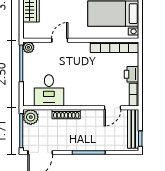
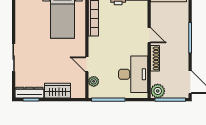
plant: (28, 47) -> (94, 81), moved
desk: (49, 90) -> (133, 74), width x1.37
door: (113, 108) -> (149, 35), moved

